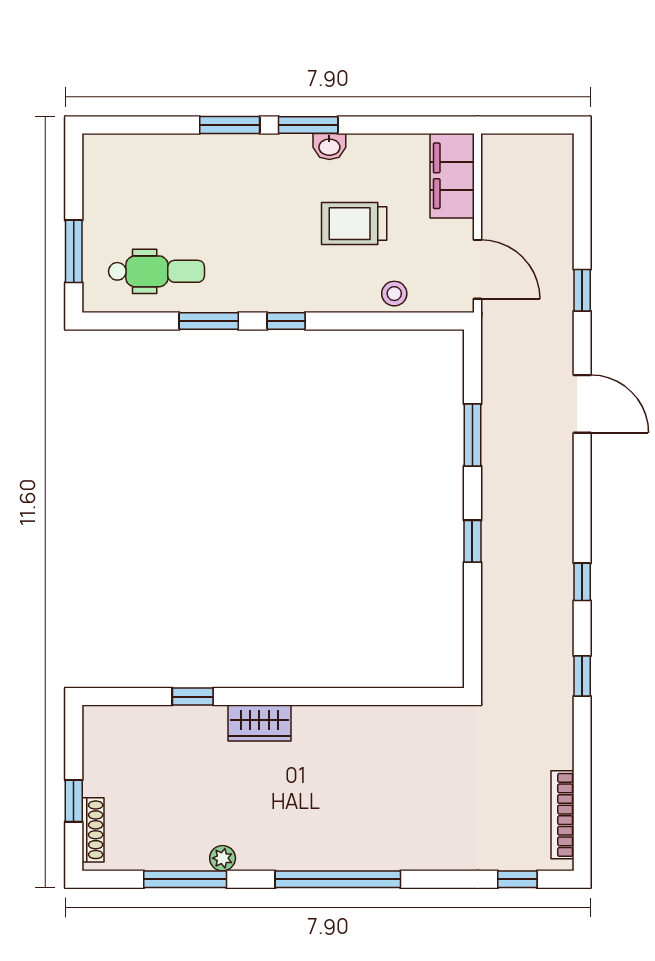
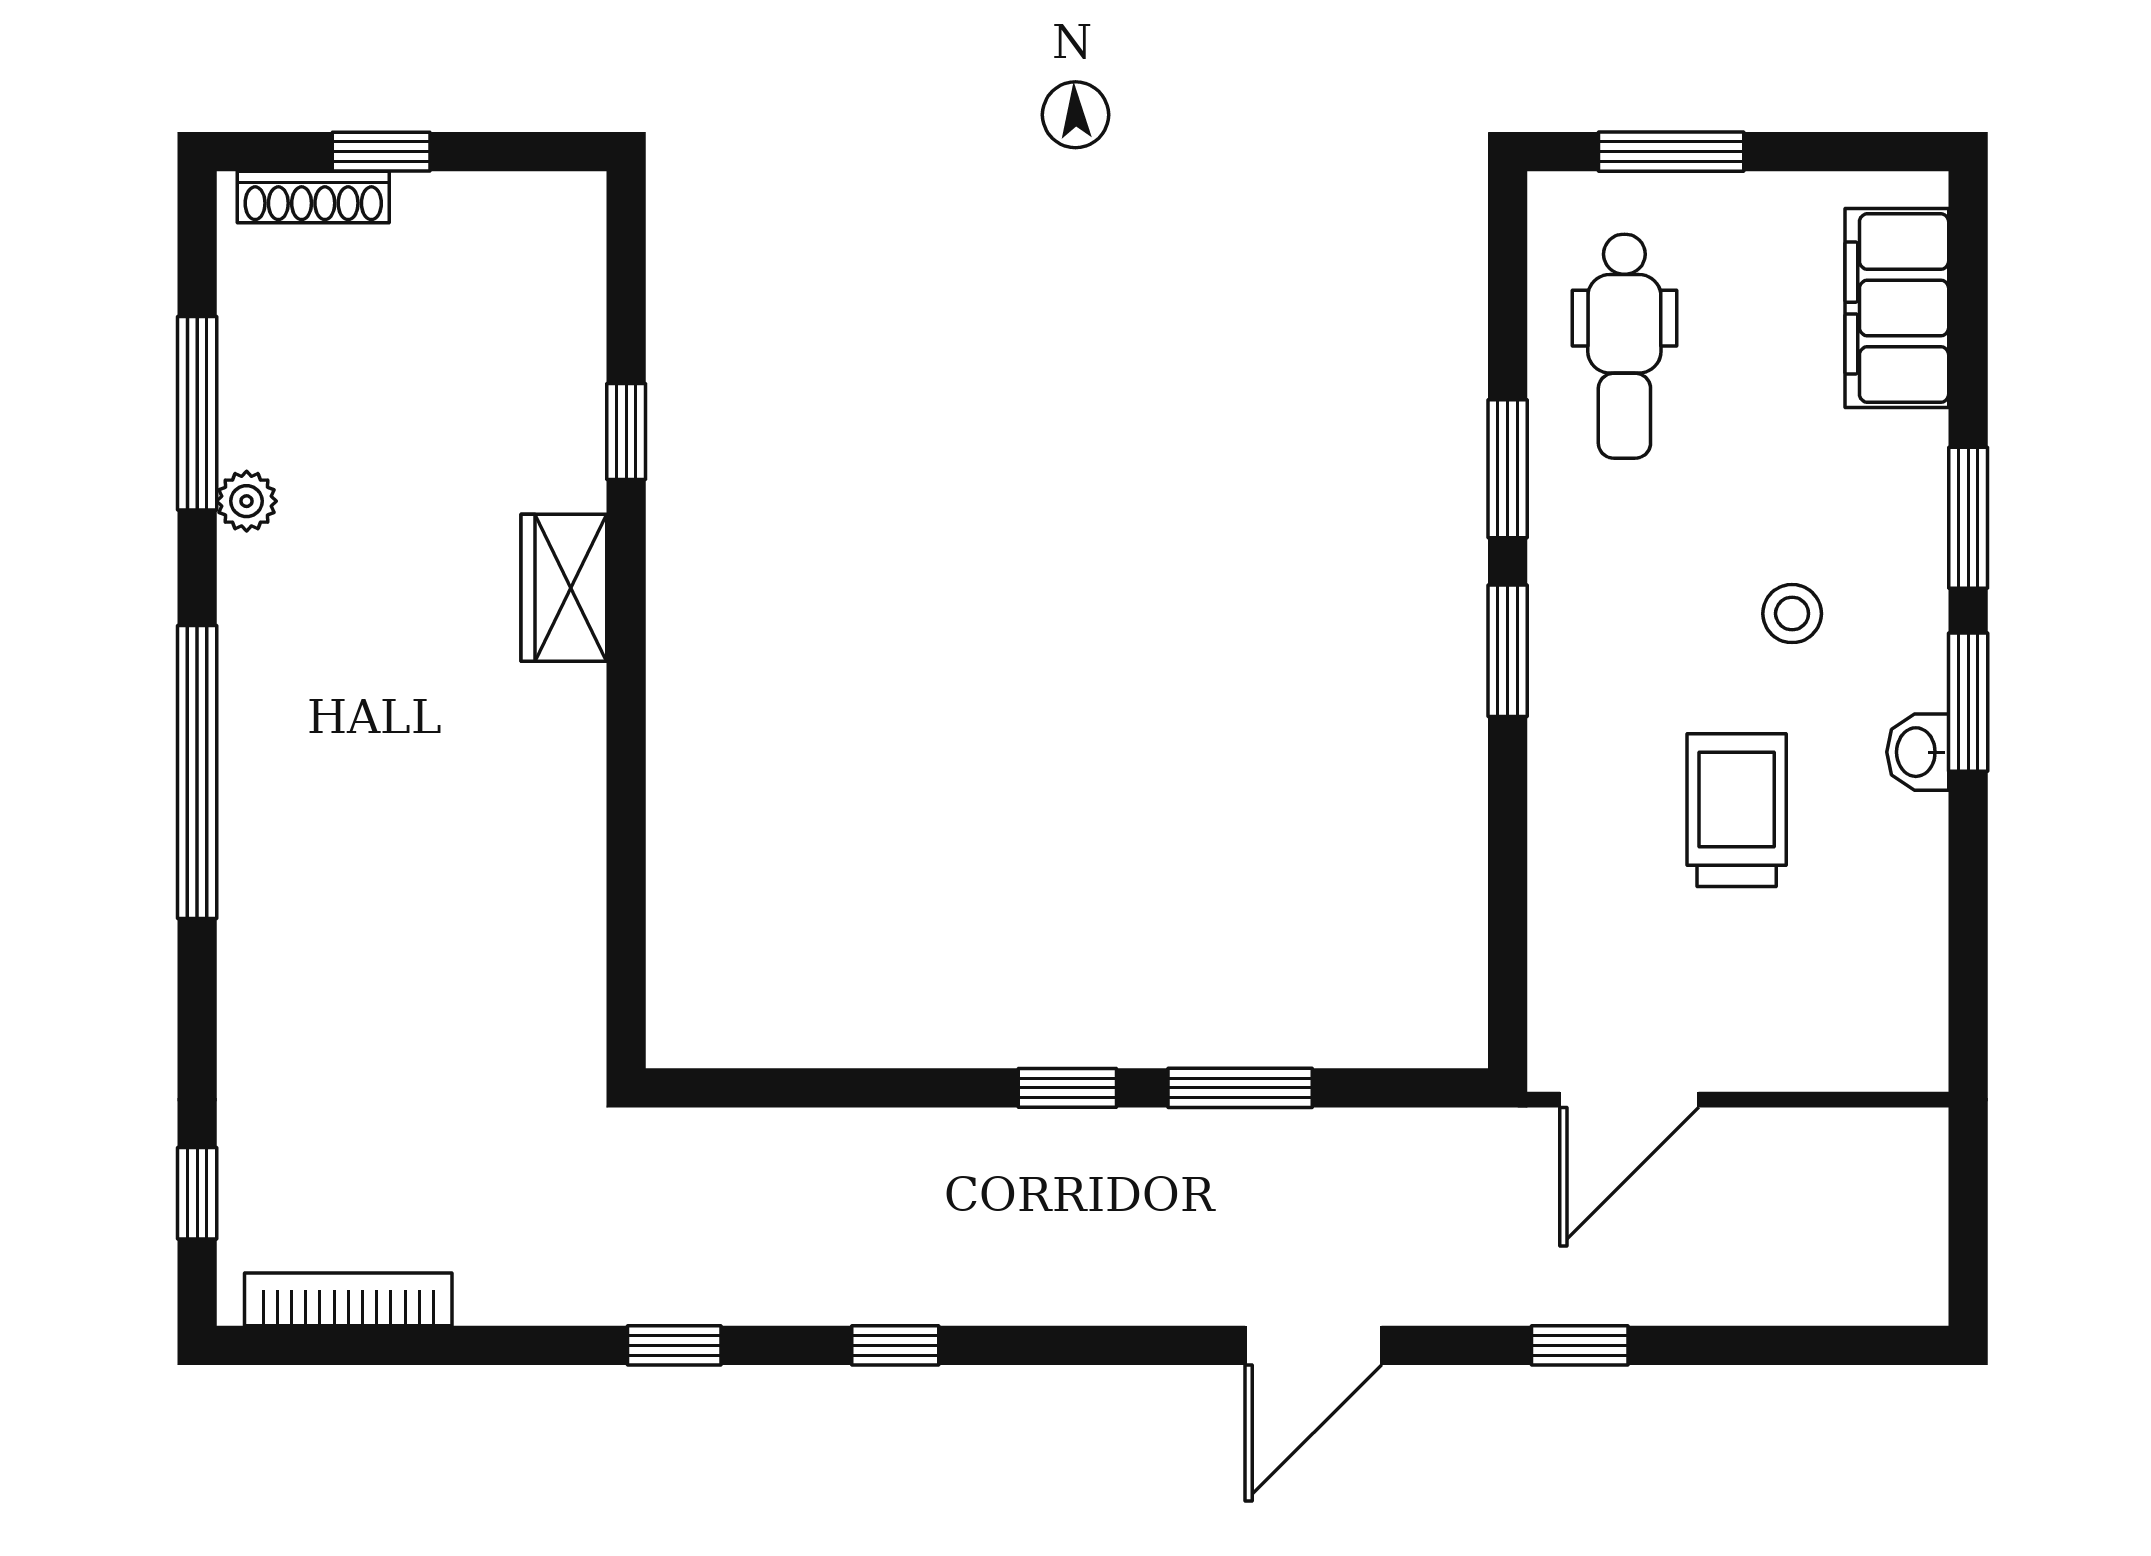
filing cabinet: (452, 176) -> (1897, 308), moved, turned -90
stool: (394, 294) -> (1792, 614), moved
window: (286, 321) -> (1508, 651), width x1.50
window: (472, 541) -> (1067, 1088), moved

